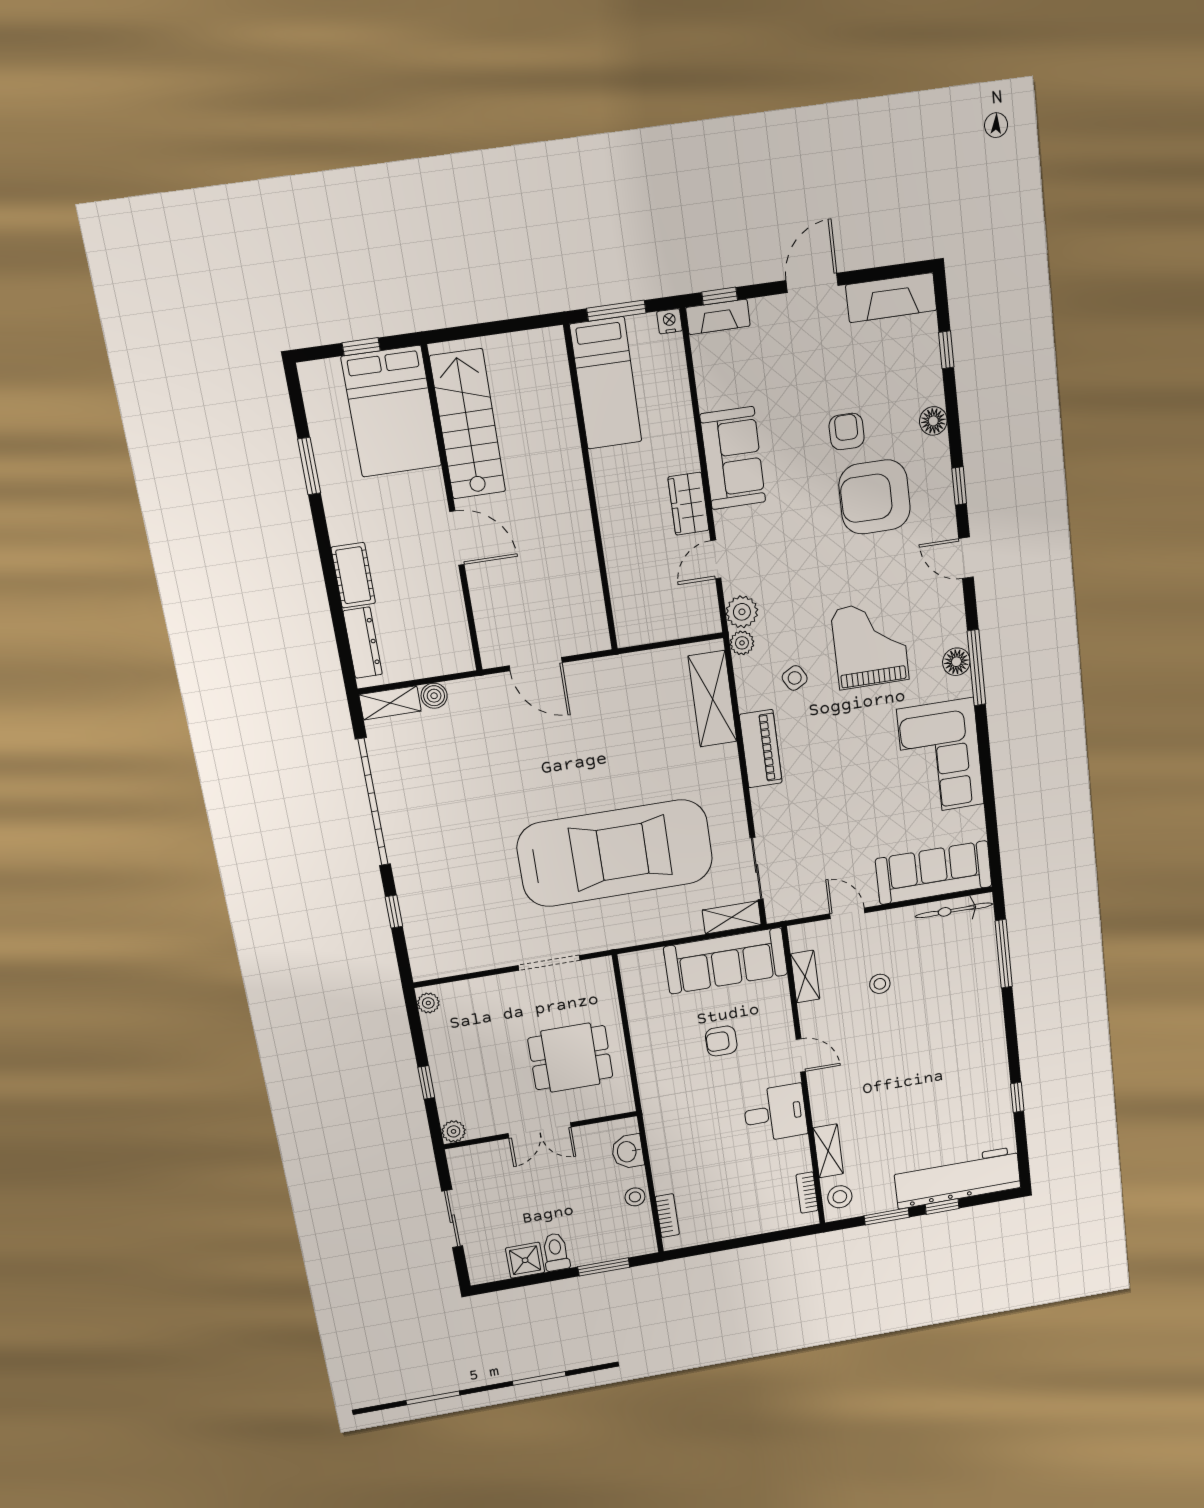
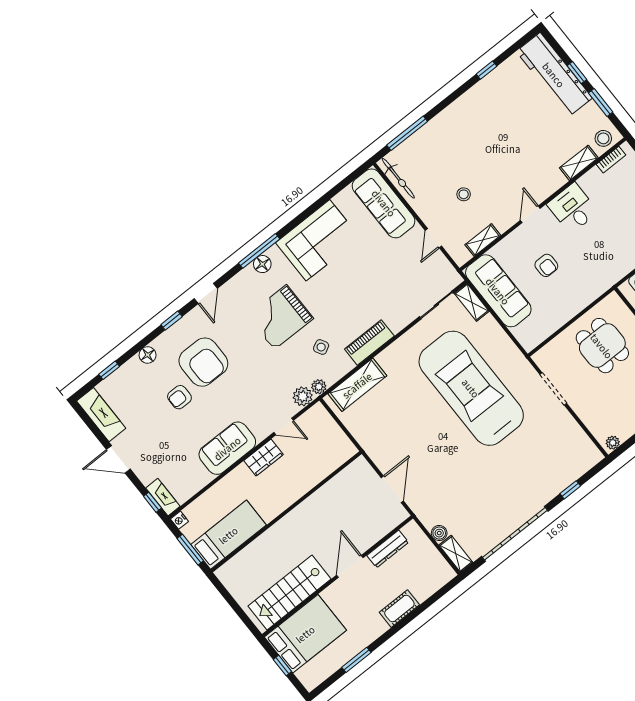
dresser: (363, 643) -> (388, 549), moved, turned 180

